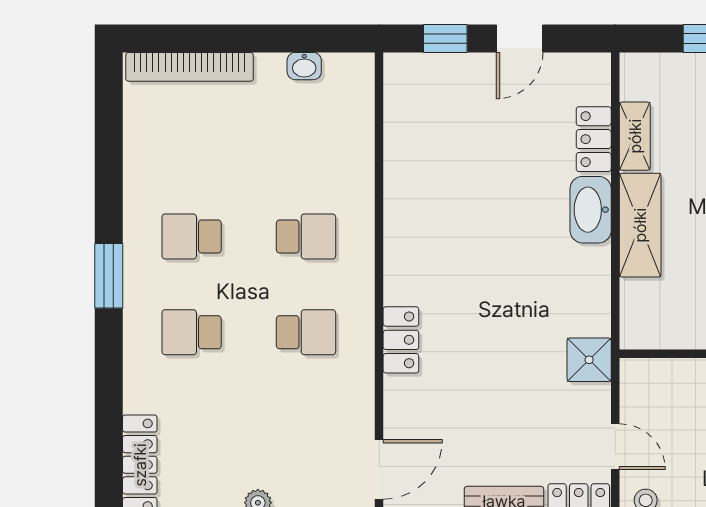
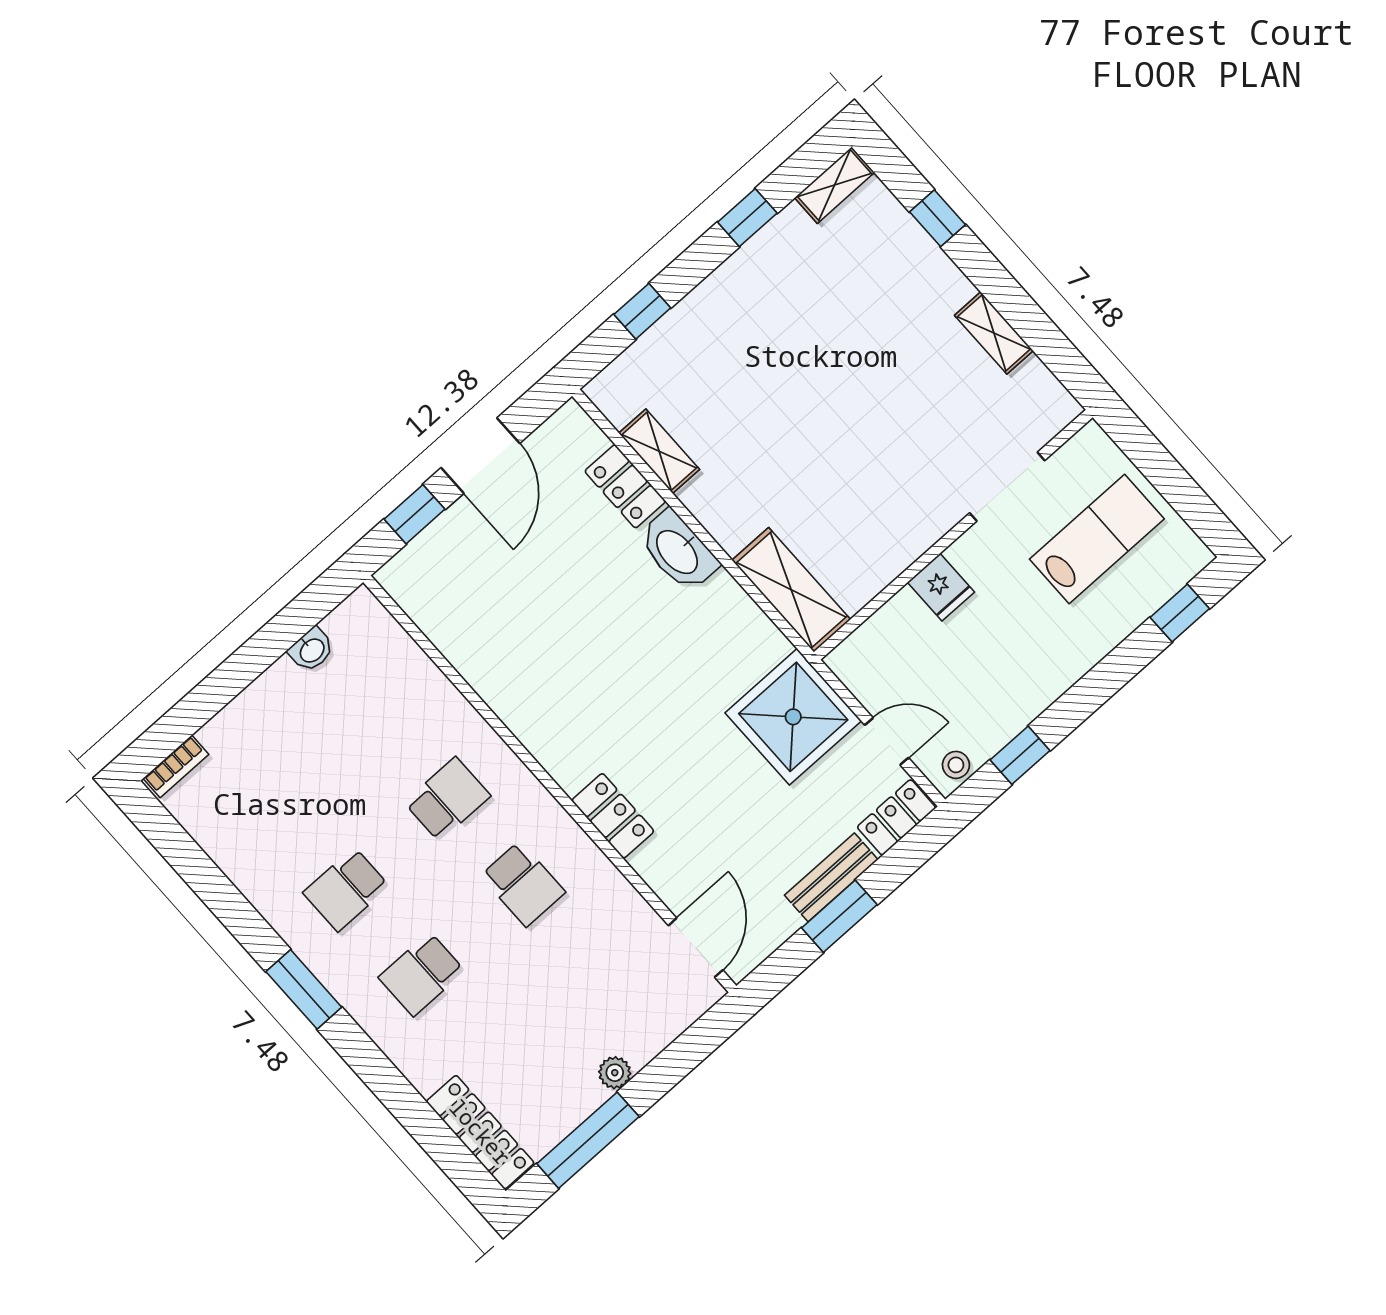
door: (520, 38) -> (480, 456), width x1.38
bookcase: (190, 67) -> (176, 766), width x0.43, depth x0.76
shelving: (640, 225) -> (791, 590), moved
school desk: (306, 332) -> (523, 884), turned 90
shower: (589, 360) -> (793, 717), width x1.86, depth x1.86

